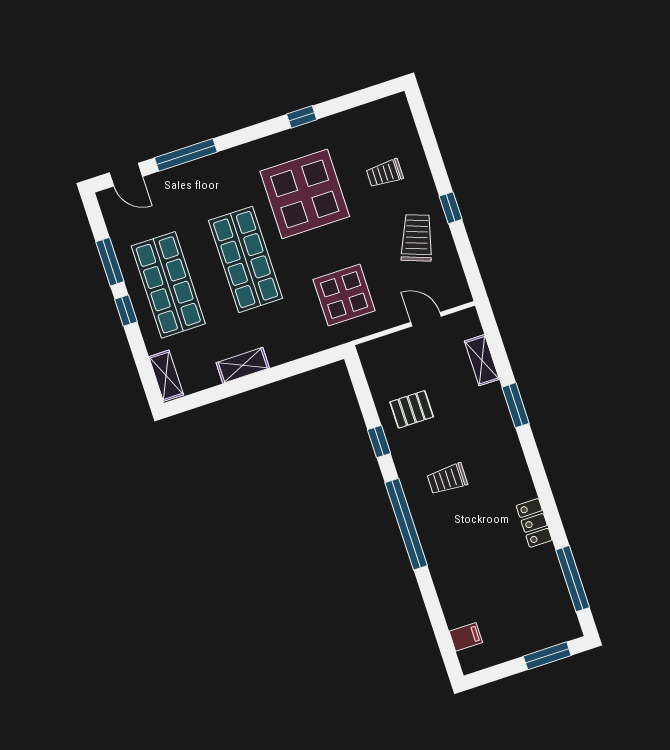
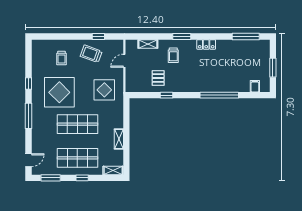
window: (186, 155) -> (28, 116), moved
window: (451, 208) -> (98, 37), moved
window: (110, 262) -> (51, 178), moved
window: (516, 405) -> (182, 37), moved
trolley: (447, 479) -> (173, 55), moved
locker: (534, 523) -> (206, 44), moved
window: (406, 524) -> (219, 95), moved
window: (547, 656) -> (273, 68), moved

